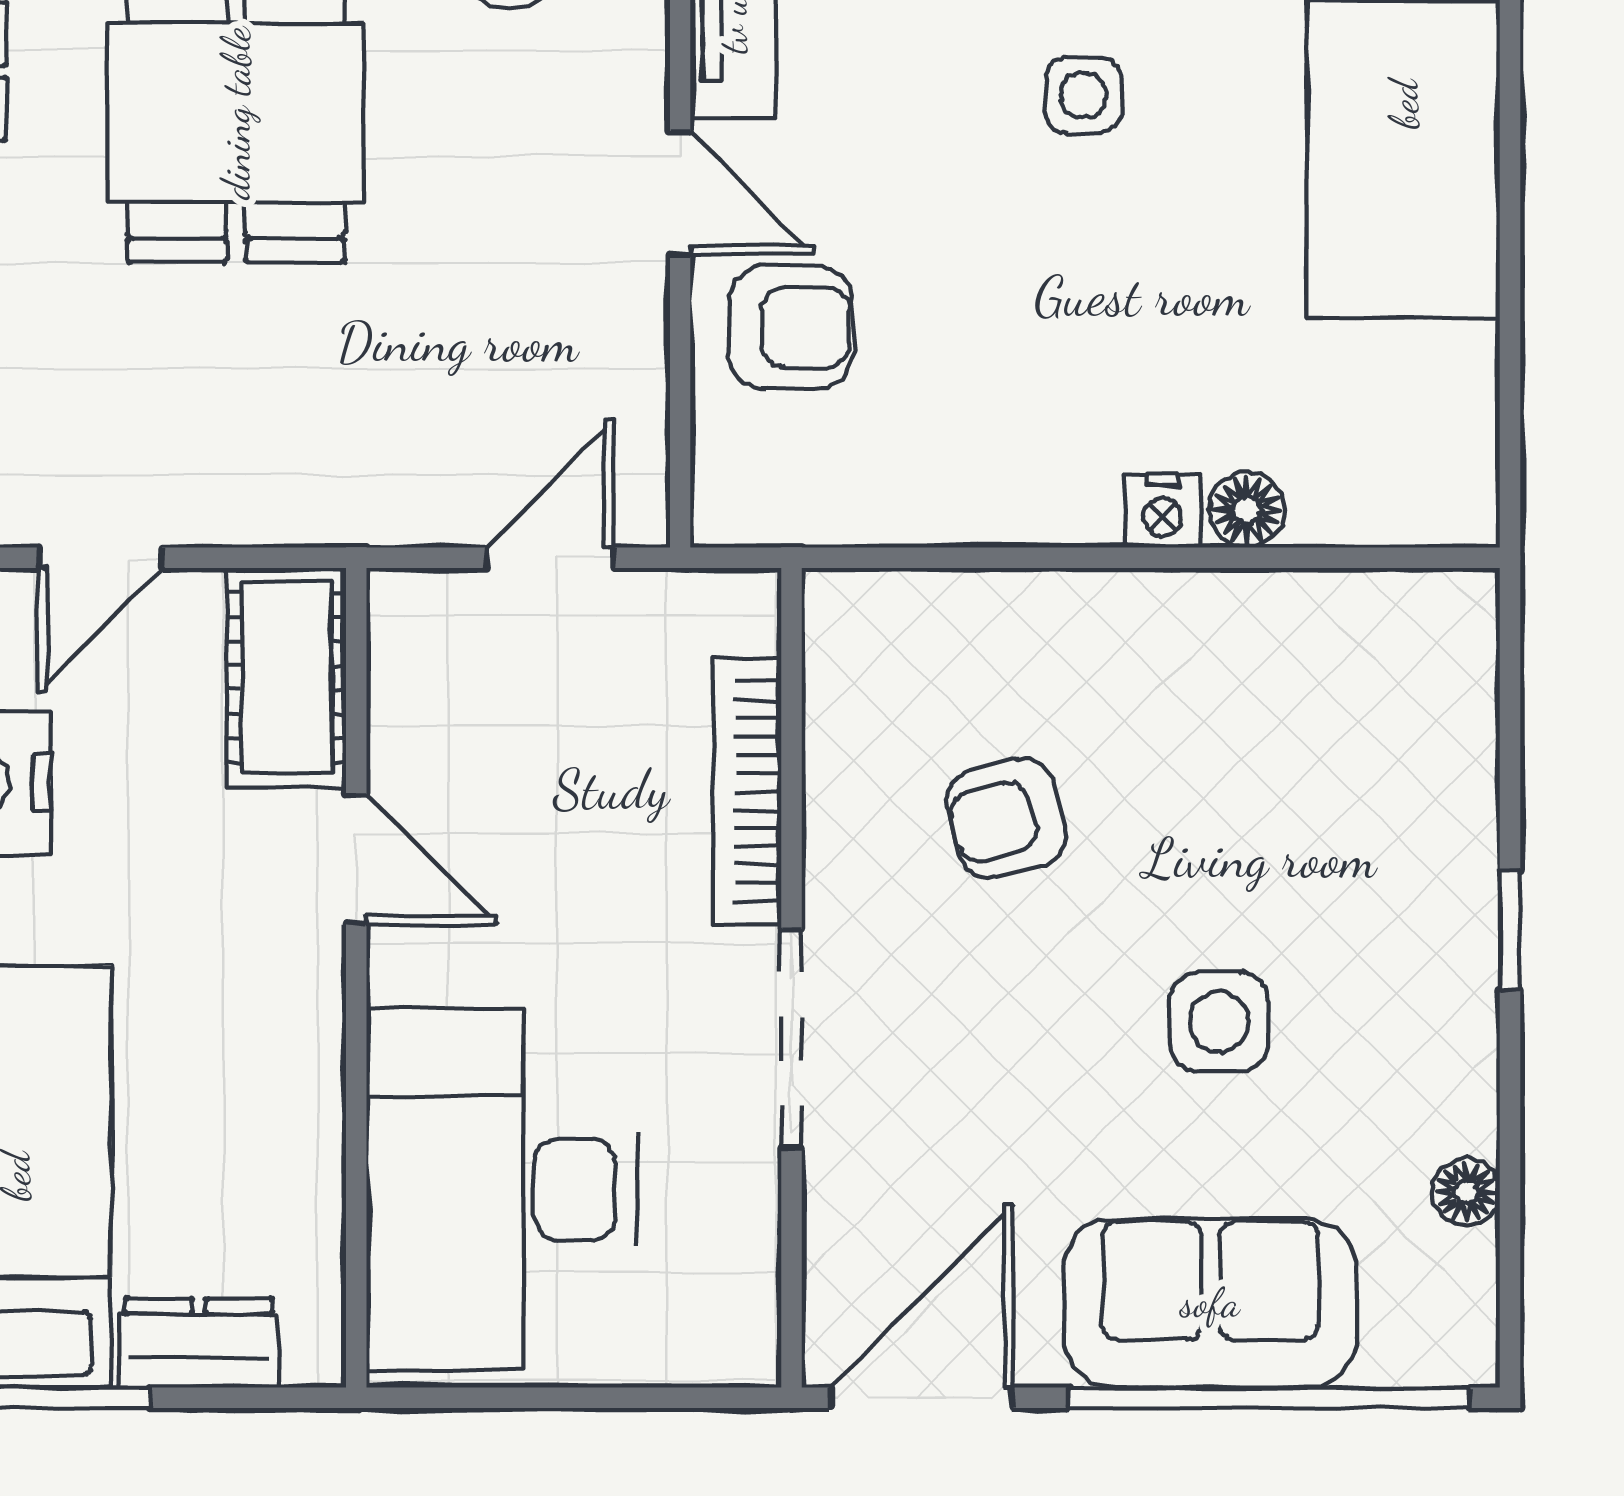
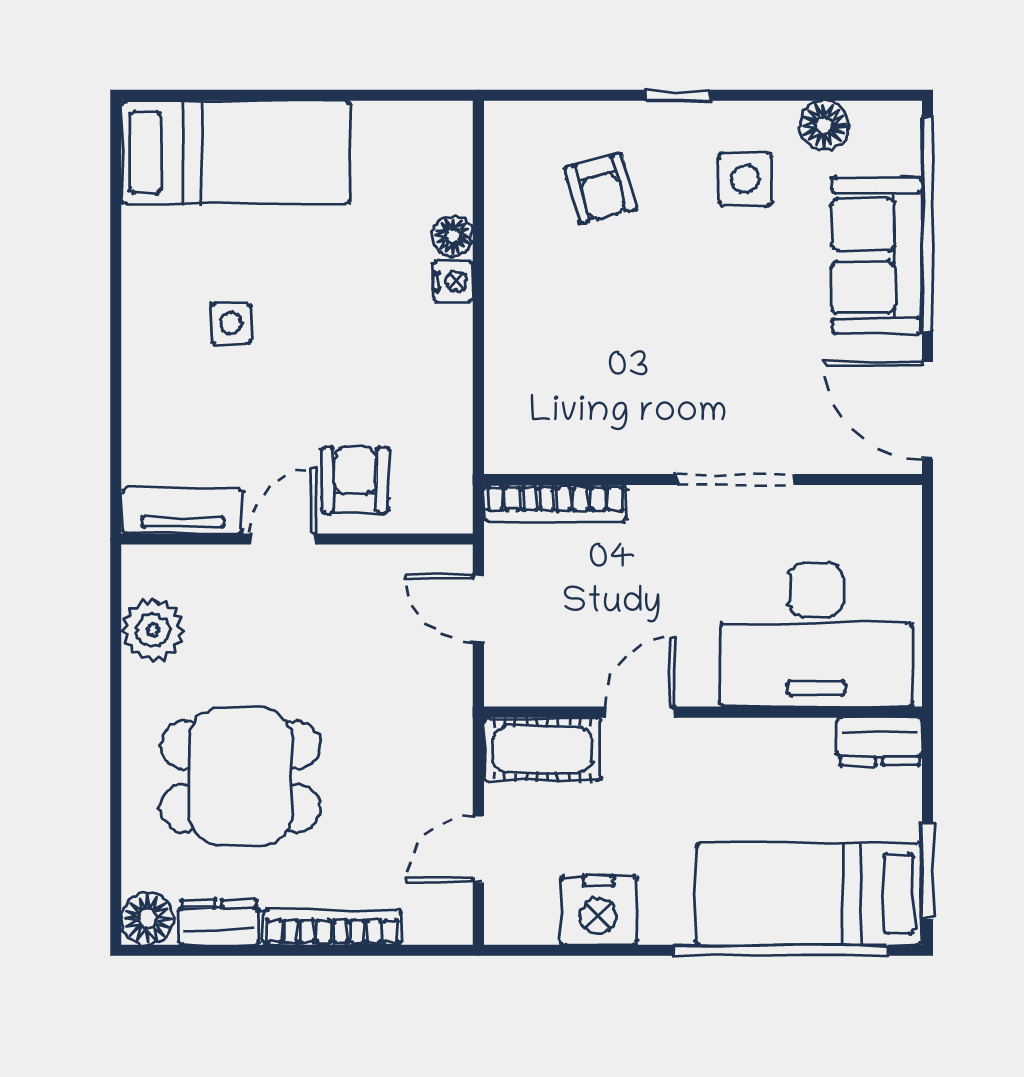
door: (100, 558) -> (478, 849), swing flipped
bookcase: (747, 791) -> (555, 503), moved
armchair: (1006, 818) -> (600, 188), moved
side table: (1219, 1022) -> (745, 179), moved
floor lamp: (1466, 1192) -> (824, 125), width x1.37, depth x1.37
dresser: (199, 1343) -> (880, 741), moved, turned -90

